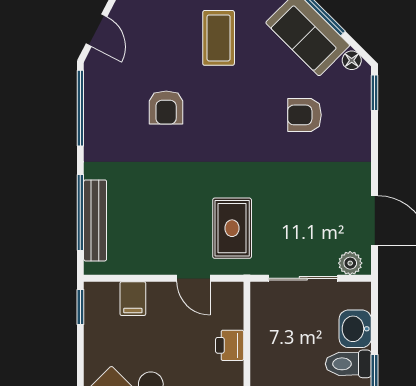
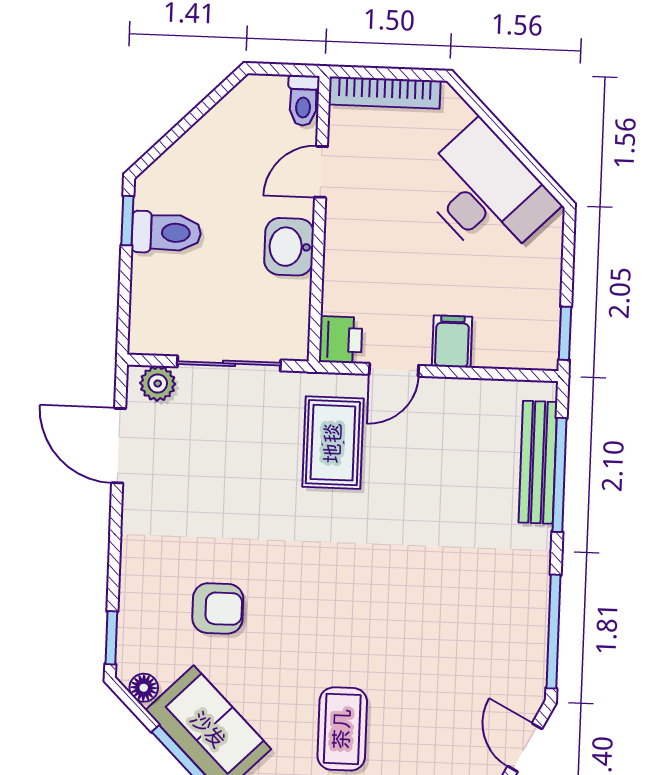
armchair: (166, 108) -> (425, 628), removed
door: (193, 278) -> (394, 370), swing flipped
filing cabinet: (133, 299) -> (452, 341), moved
washbasin: (355, 329) -> (289, 247), moved, turned 180
printer: (230, 345) -> (341, 340), moved

